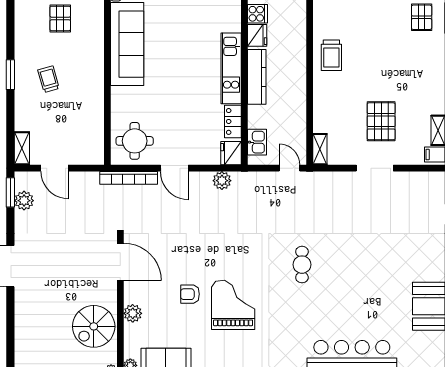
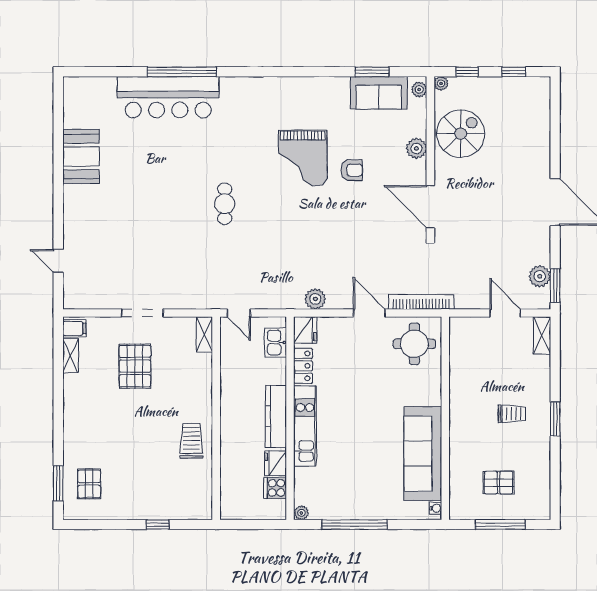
pallet: (60, 18) -> (499, 483), turned 90
trolley: (49, 79) -> (512, 414), turned -74

